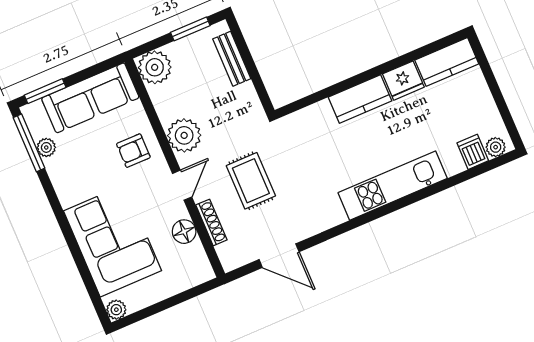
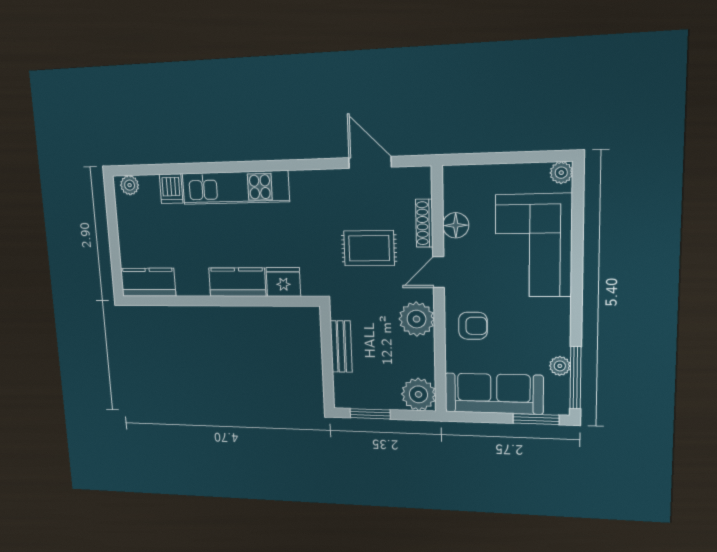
bench: (232, 59) -> (341, 347), moved
fridge: (403, 81) -> (283, 282), moved
dishwasher: (473, 152) -> (171, 189), moved
rug: (251, 181) -> (369, 248), turned 90

